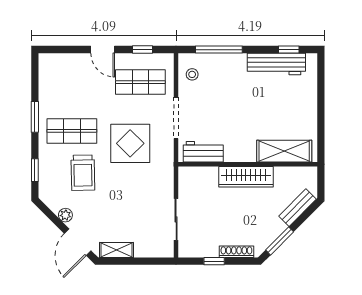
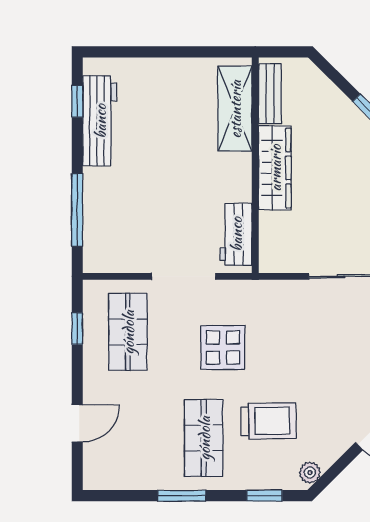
door: (103, 50) -> (77, 423), moved
stool: (192, 74) -> (116, 251), removed
display table: (130, 143) -> (223, 347), width x0.73, depth x0.73
bench: (297, 208) -> (270, 94), moved, turned 45
plant: (65, 215) -> (310, 472), moved

